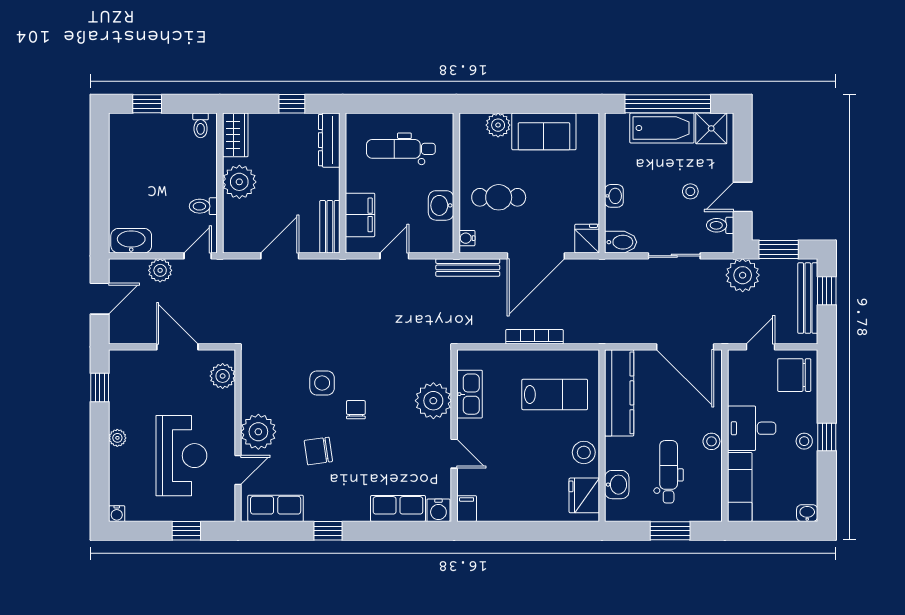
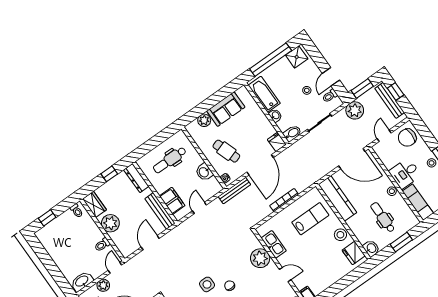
bathtub: (662, 128) -> (264, 94), moved, turned -90
cafe table: (499, 197) -> (226, 151), turned 71
bench: (330, 227) -> (160, 211), width x1.36
washbasin: (617, 485) -> (371, 248), moved

